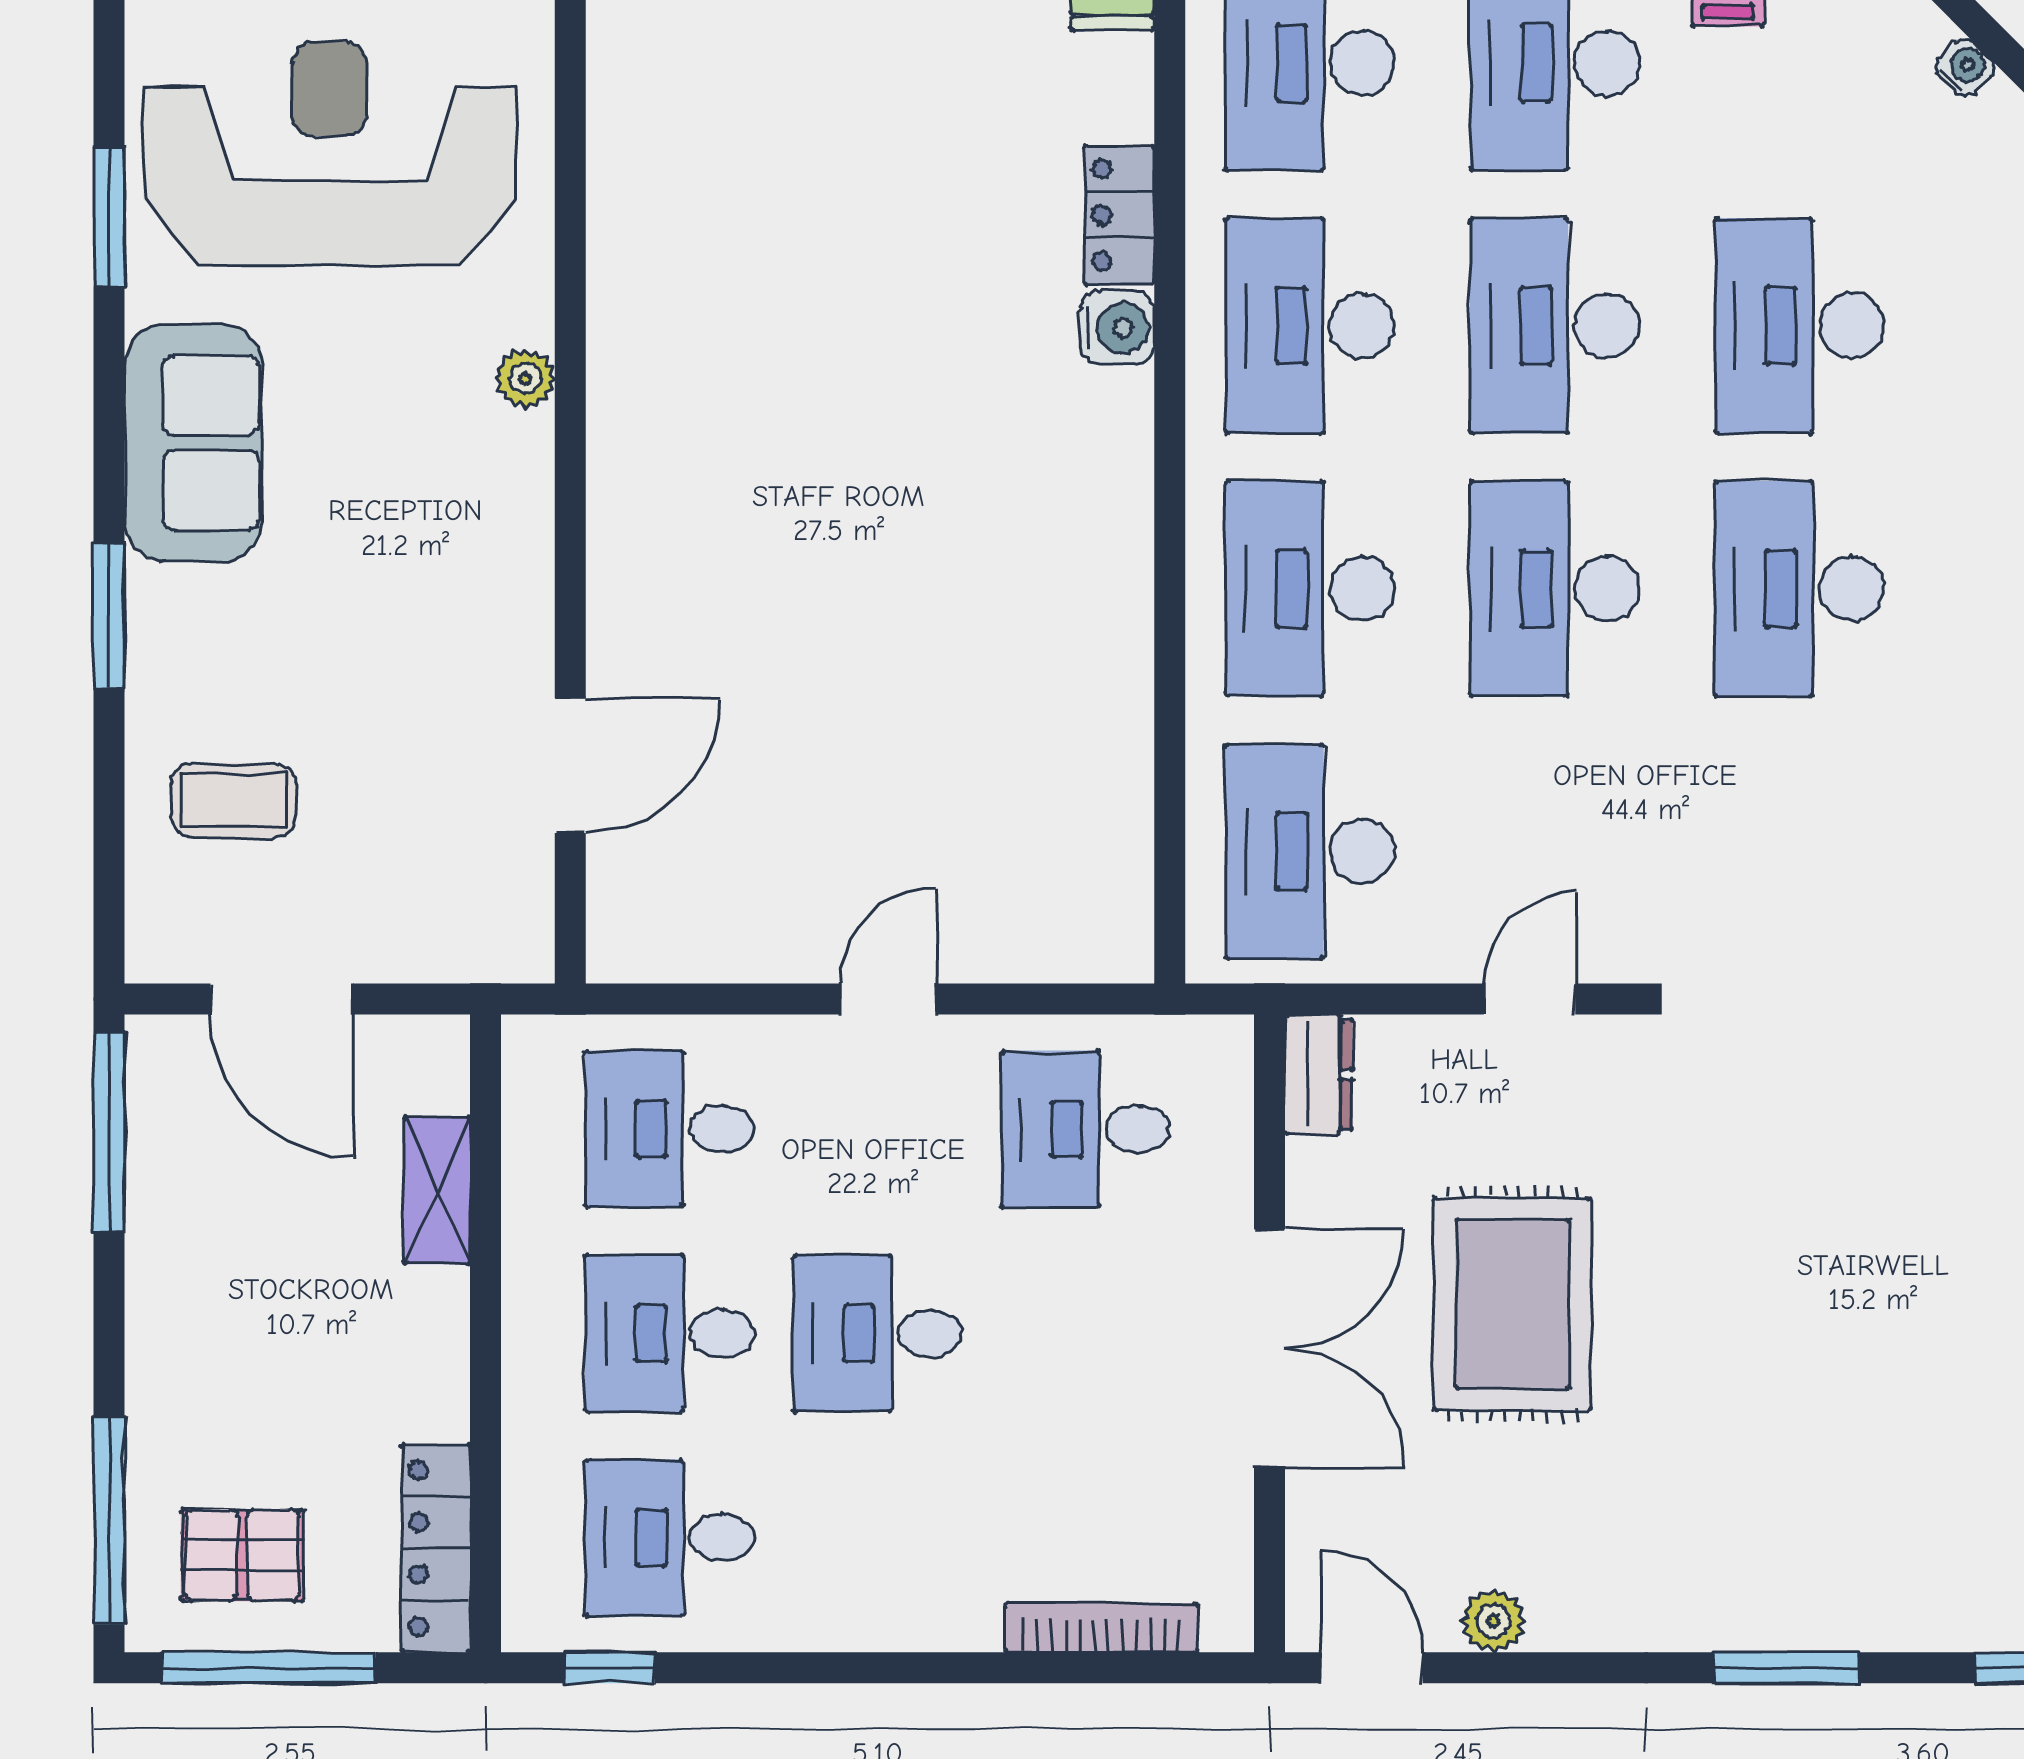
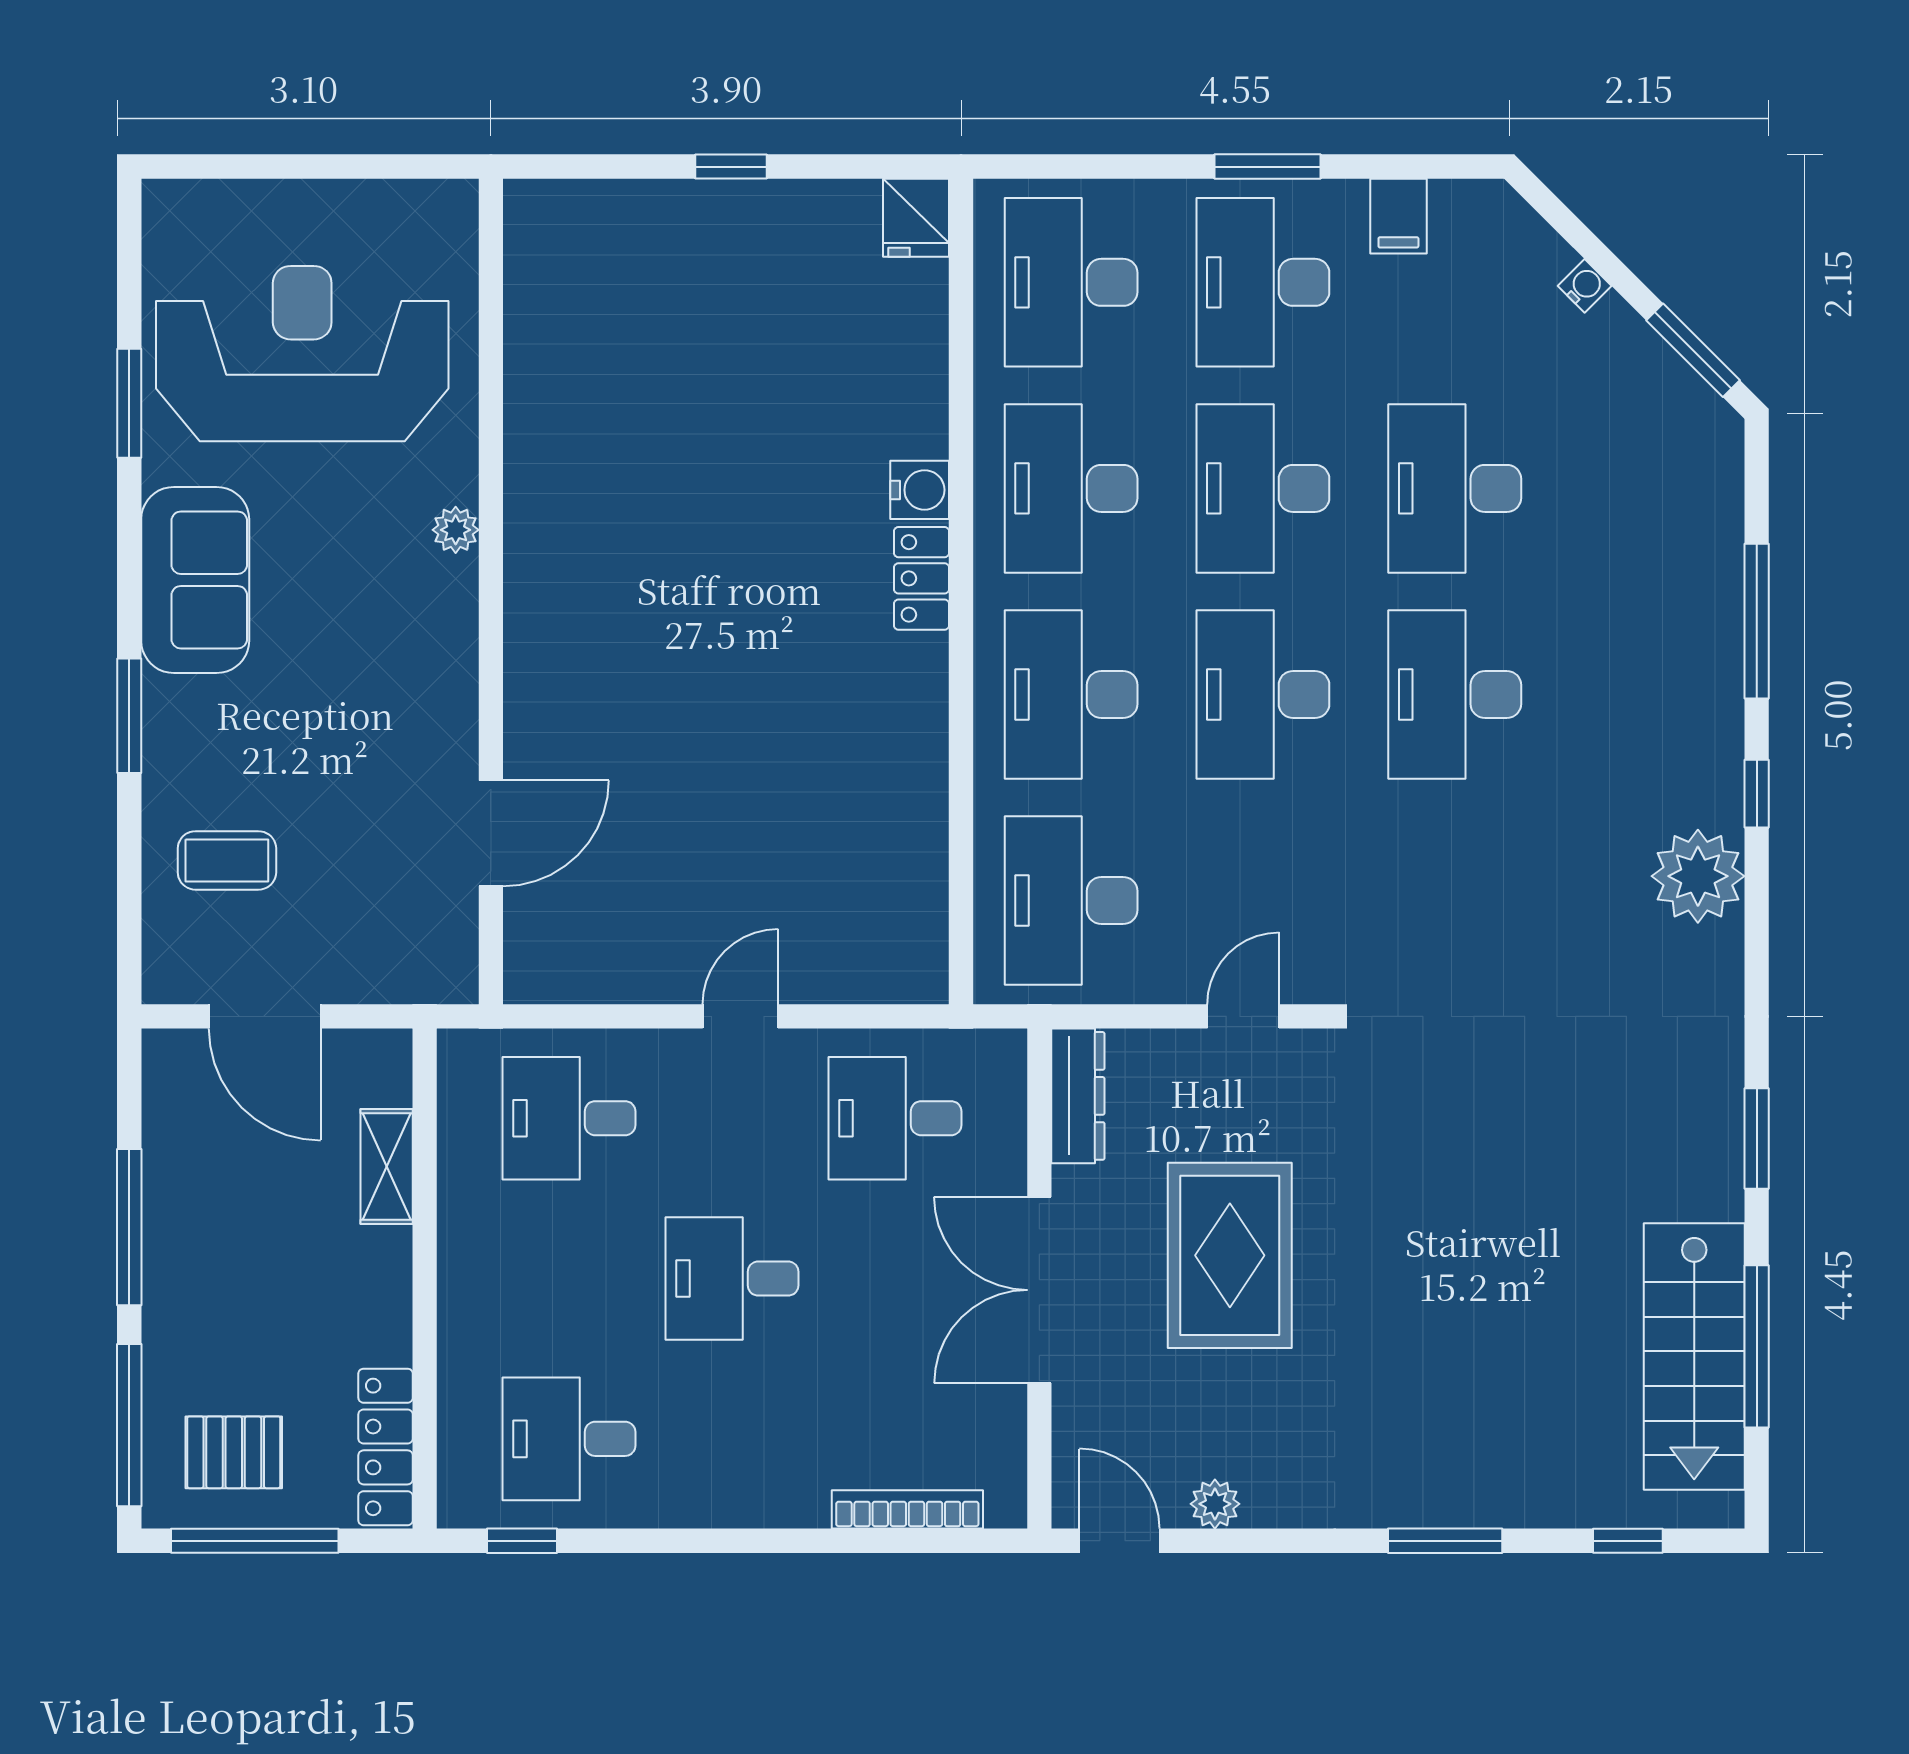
locker: (1119, 215) -> (922, 578), moved
dresser: (1319, 1074) -> (1078, 1096), width x1.44
window: (109, 1132) -> (129, 1227), moved
desk: (670, 1333) -> (569, 1279), removed
double door: (1270, 1348) -> (1039, 1290), swing flipped

